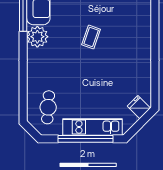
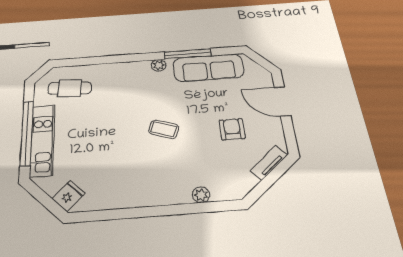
plant: (145, 15) -> (201, 195), added
plant: (37, 37) -> (159, 65), width x0.53, depth x0.53

